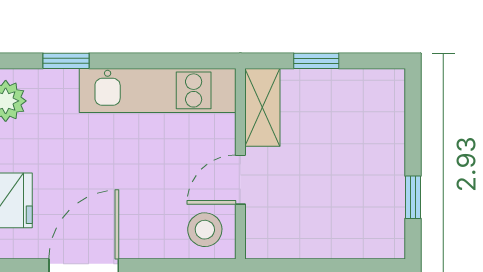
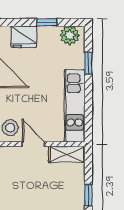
window: (316, 61) -> (88, 195), moved

